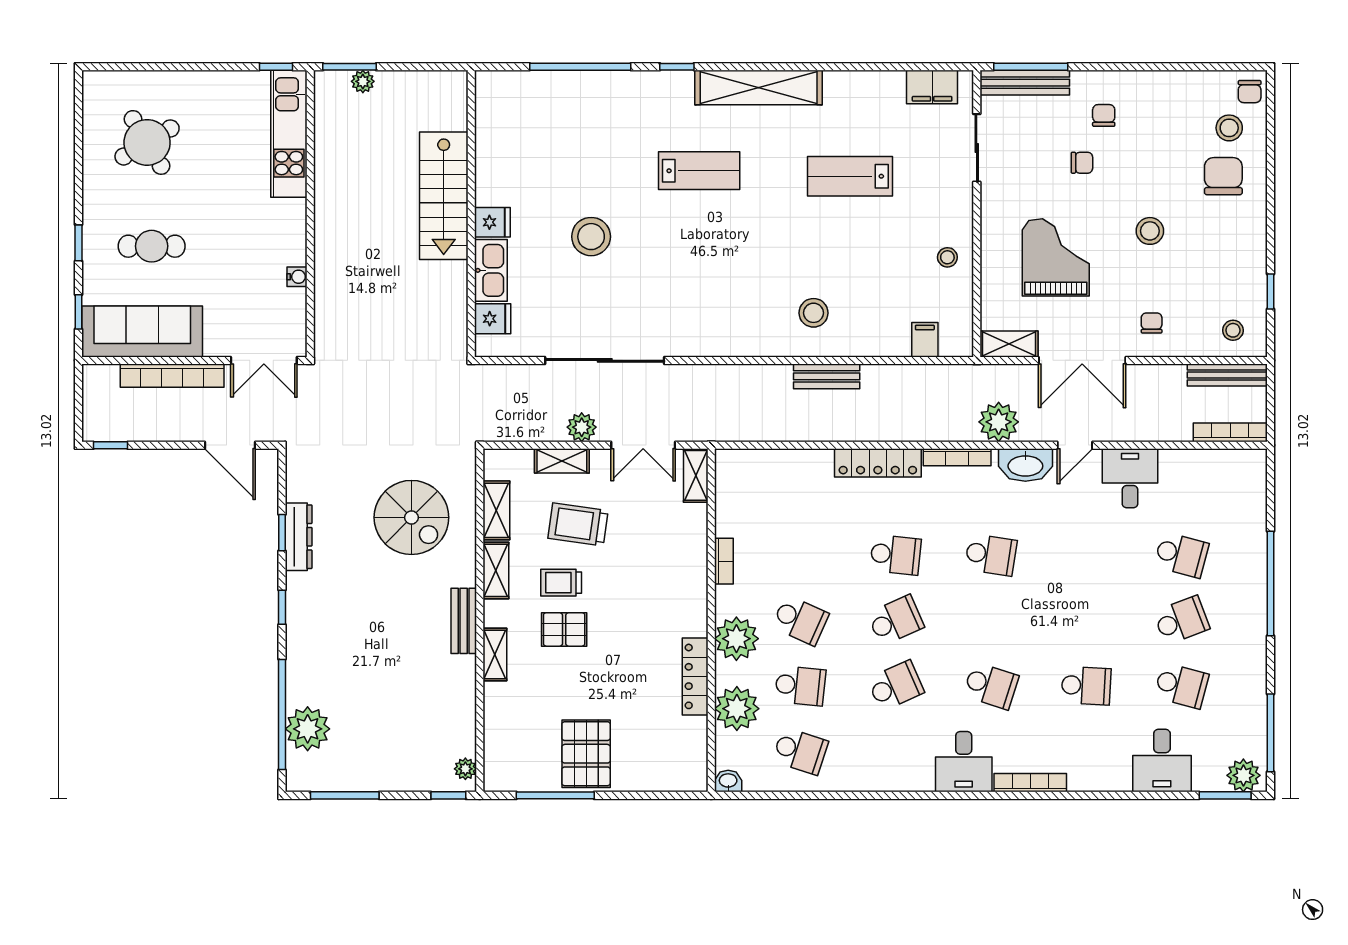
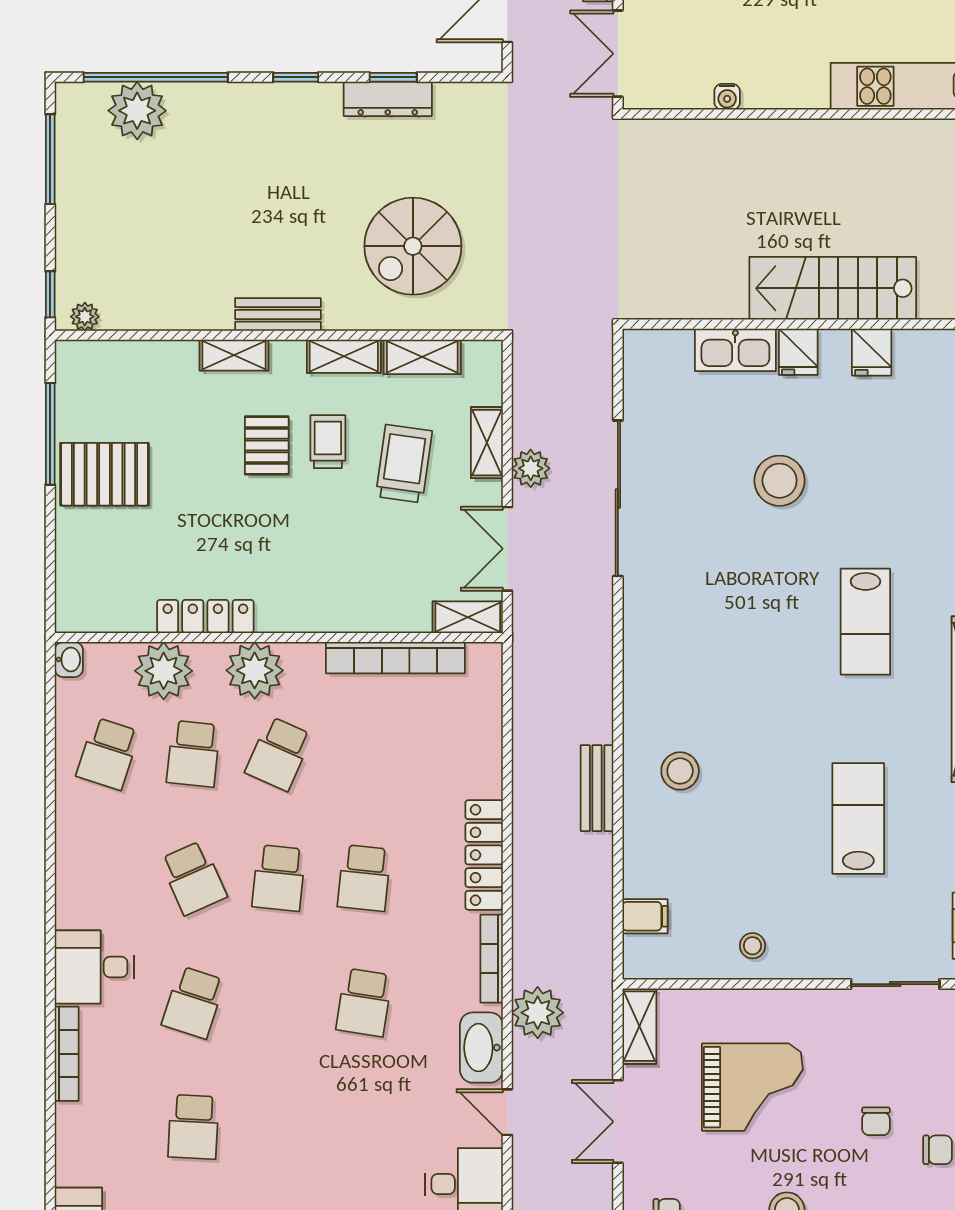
fridge: (493, 319) -> (872, 352), moved
double door: (1082, 360) -> (618, 1122), width x0.73
bookcase: (724, 561) -> (395, 658), width x2.31, depth x1.31
school desk: (896, 620) -> (279, 878), turned 30

